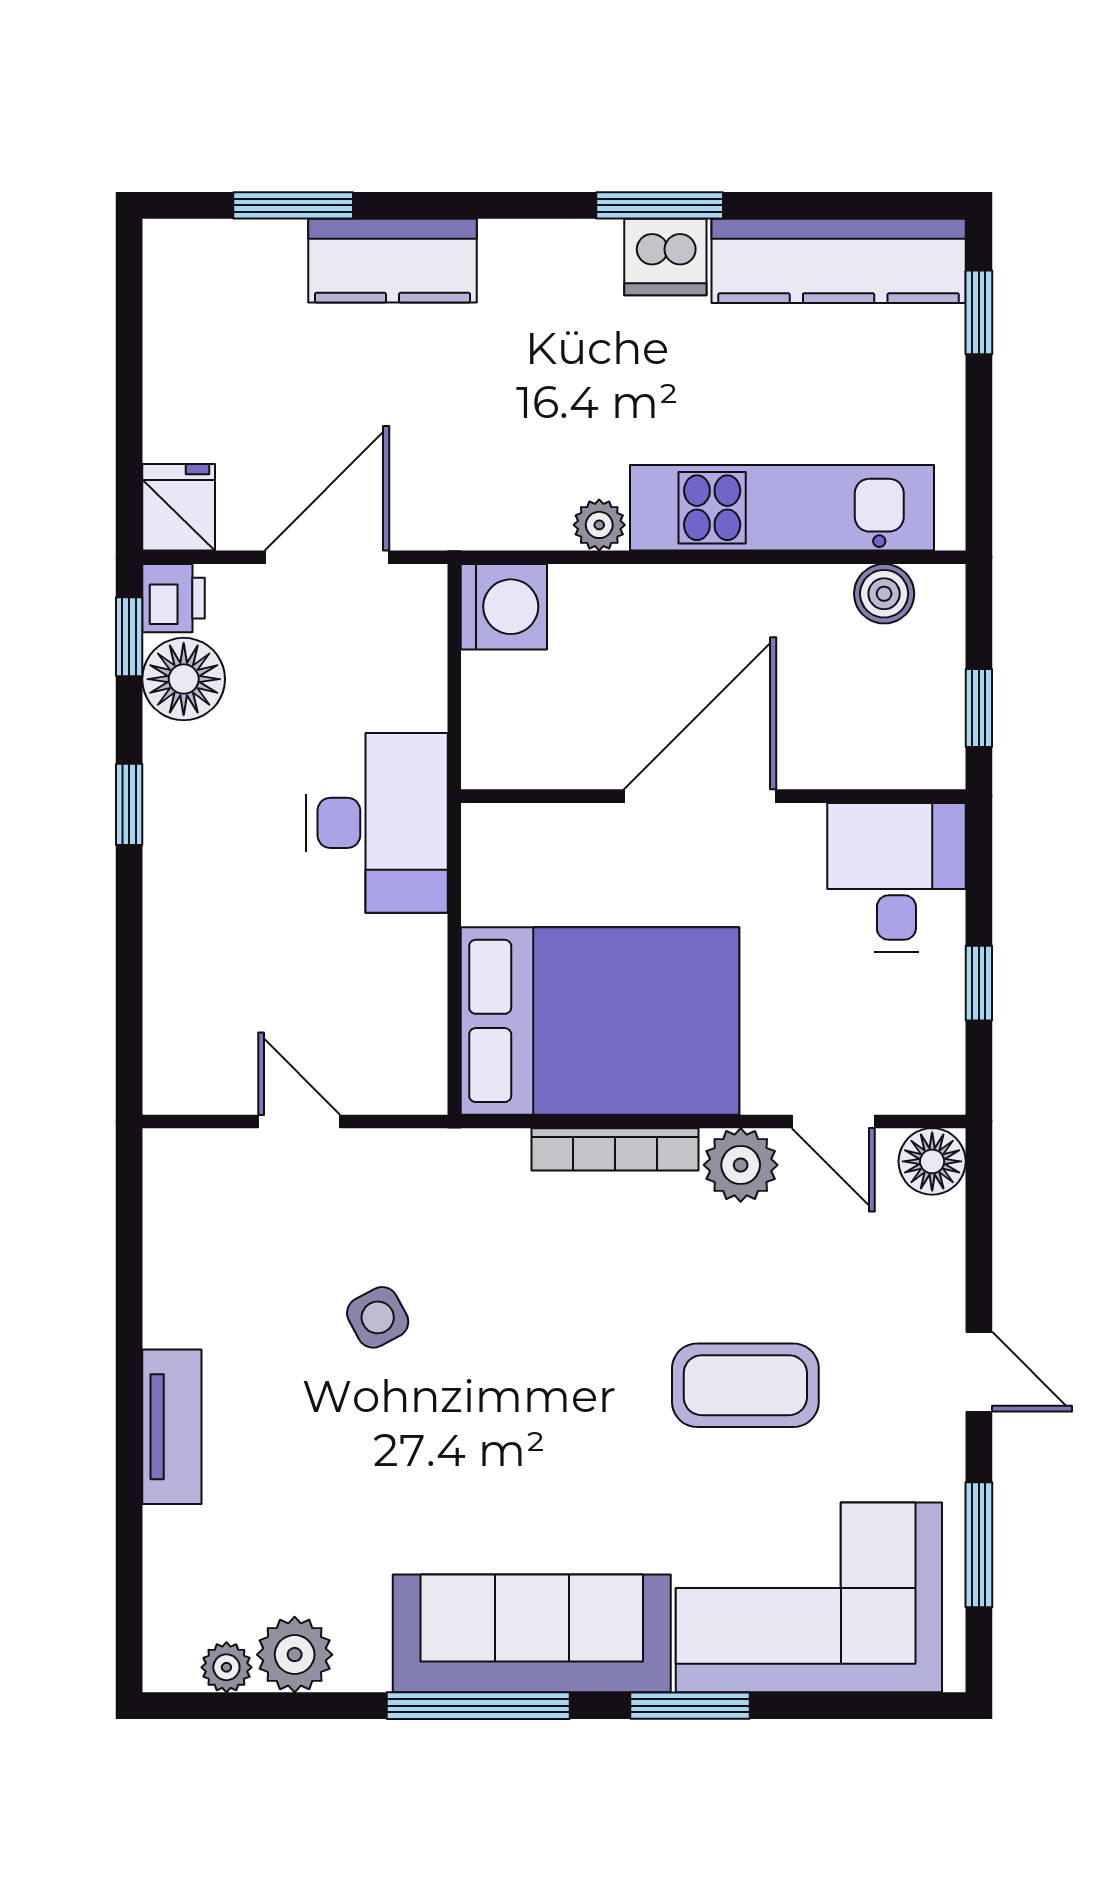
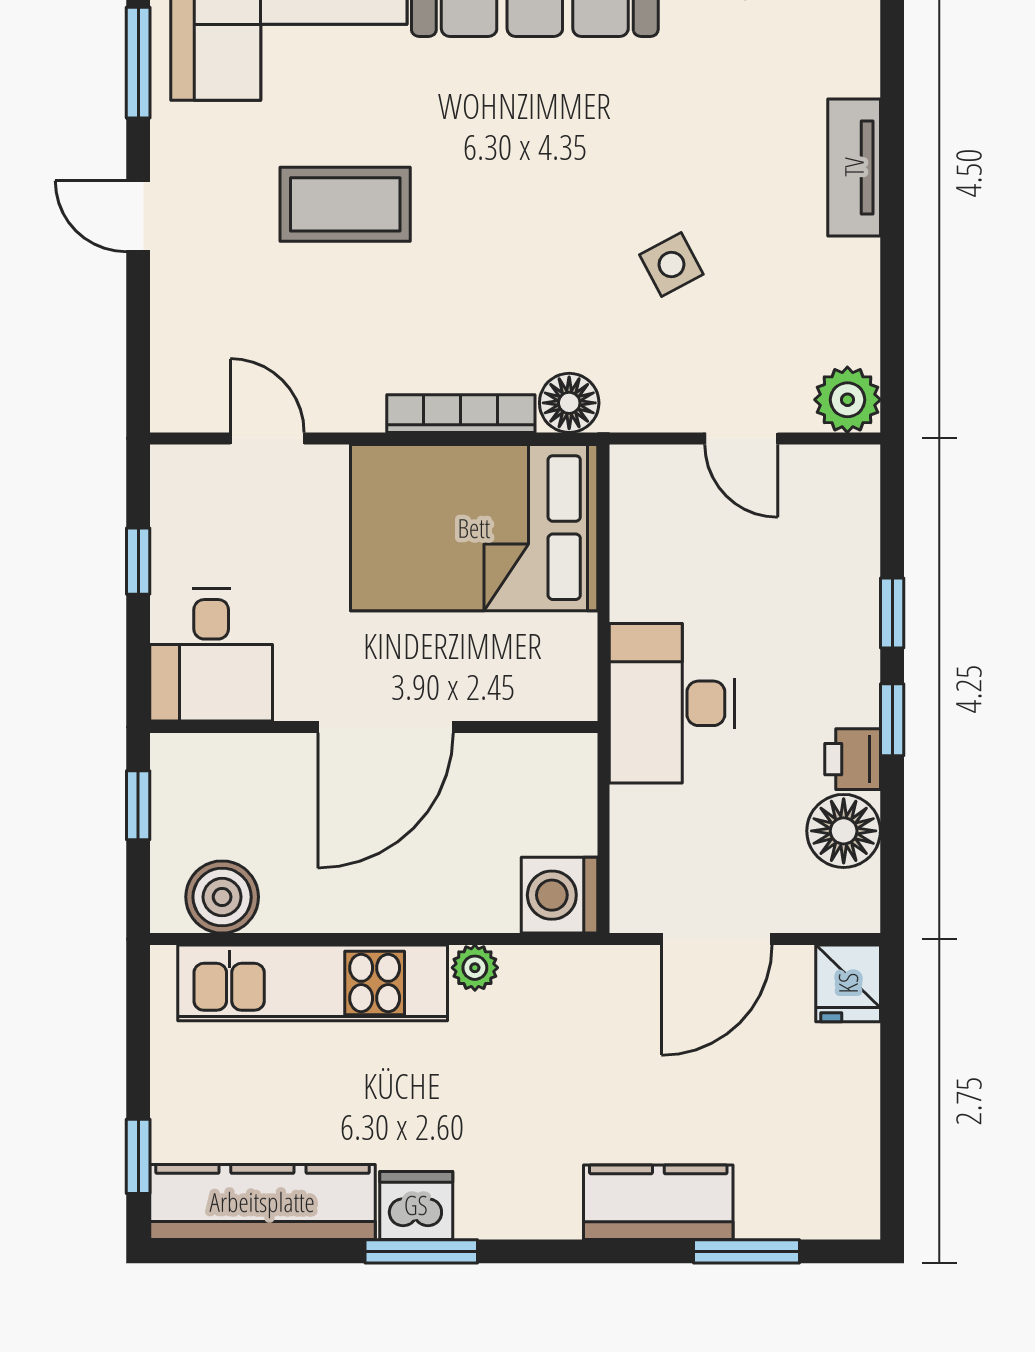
boiler: (884, 594) -> (222, 897), width x1.36, depth x1.36
printer: (174, 598) -> (853, 759), moved
window: (129, 637) -> (892, 613), moved
floor lamp: (932, 1161) -> (569, 403), moved
plant: (741, 1165) -> (847, 400), moved

